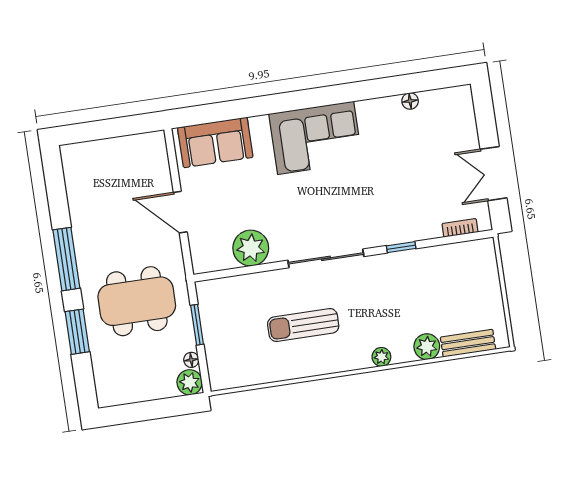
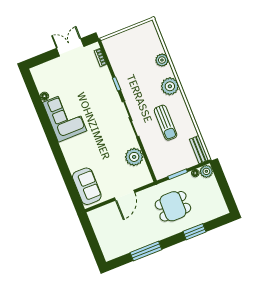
corner sofa: (316, 138) -> (65, 117), moved
double door: (493, 174) -> (70, 47), swing flipped
window: (66, 259) -> (146, 251), moved
dining table: (137, 301) -> (173, 206), width x0.73
bench: (468, 343) -> (199, 150), moved
plant: (381, 357) -> (170, 86), width x1.88, depth x1.88

